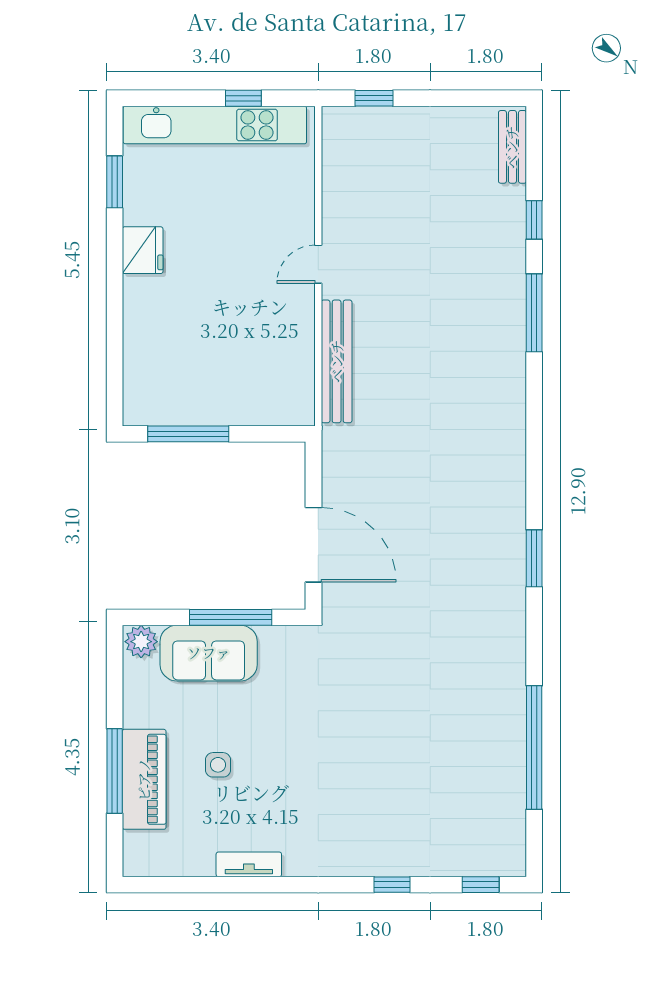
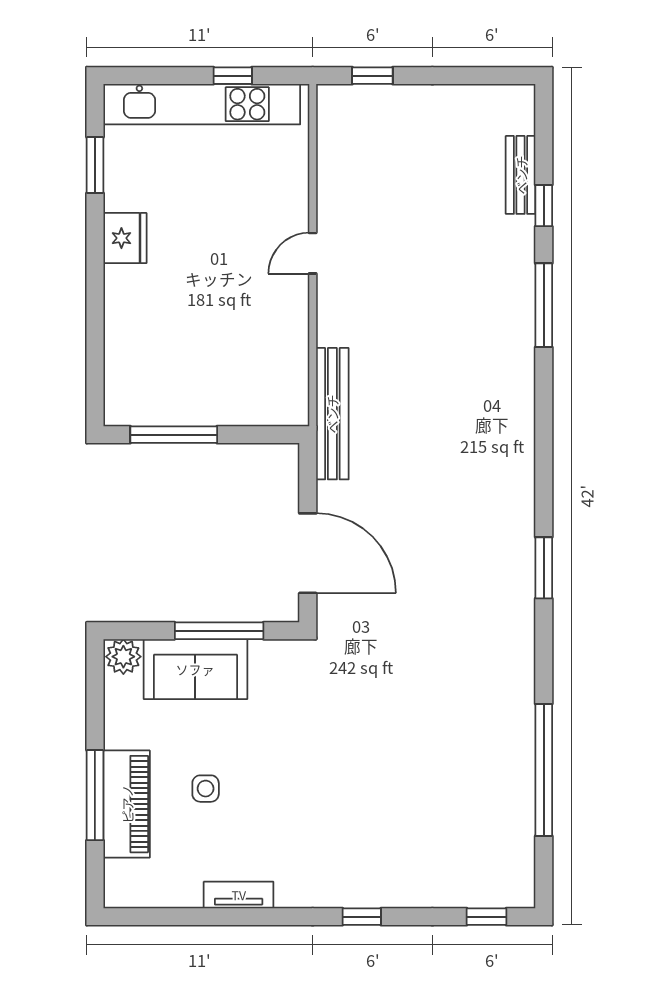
bench: (512, 147) -> (521, 175), moved
bench: (337, 361) -> (332, 414), moved
window: (392, 885) -> (362, 917), moved

